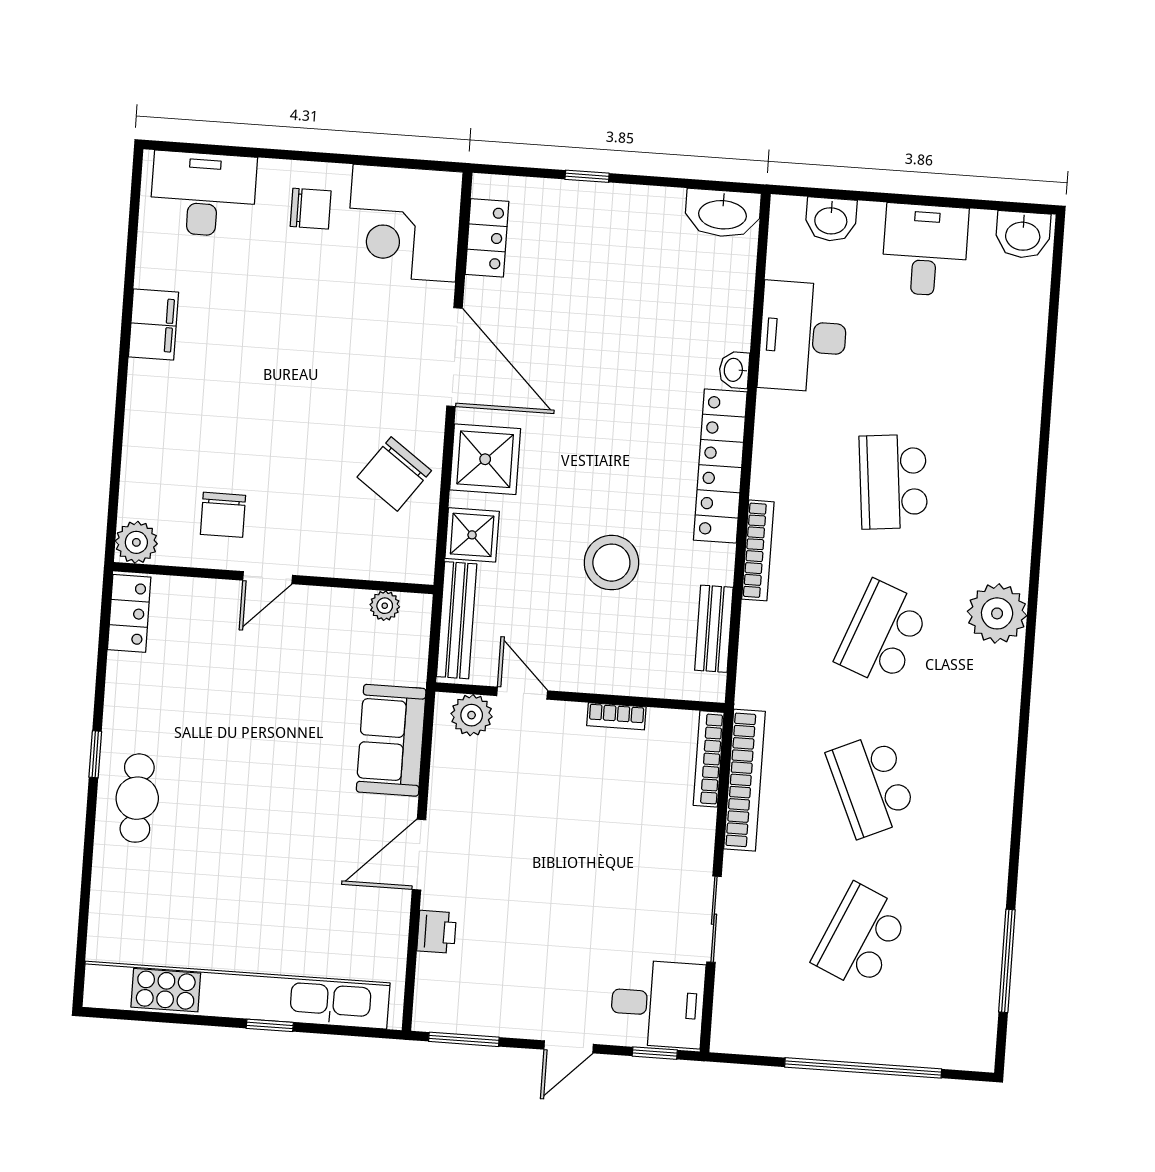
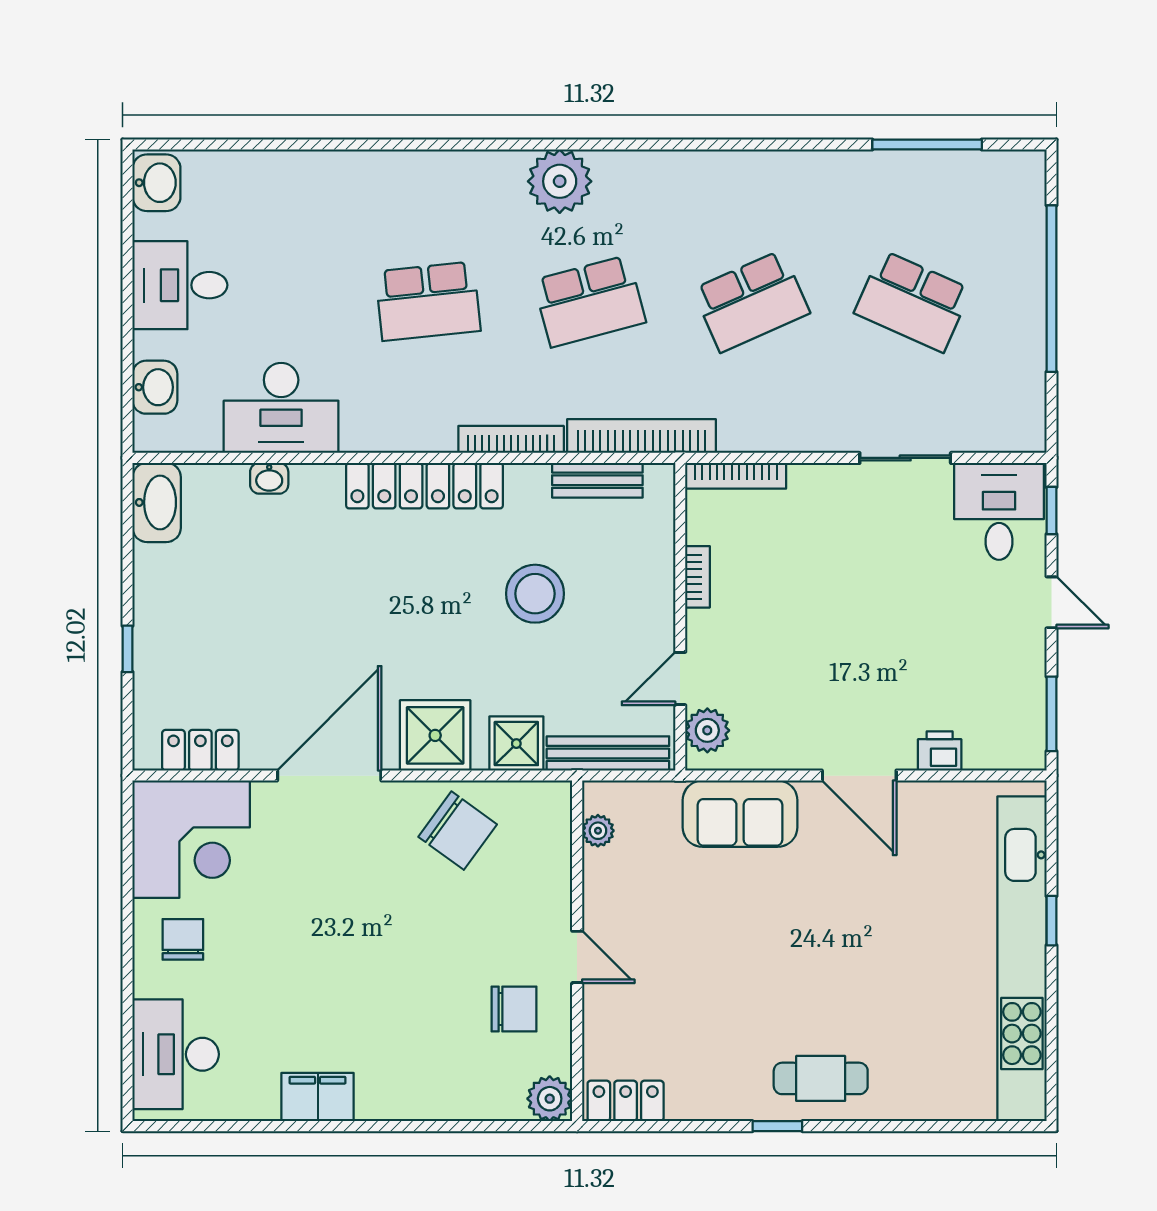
washbasin: (734, 370) -> (269, 478), moved
school desk: (882, 633) -> (590, 301), turned -36
bookcase: (745, 780) -> (642, 436), moved

